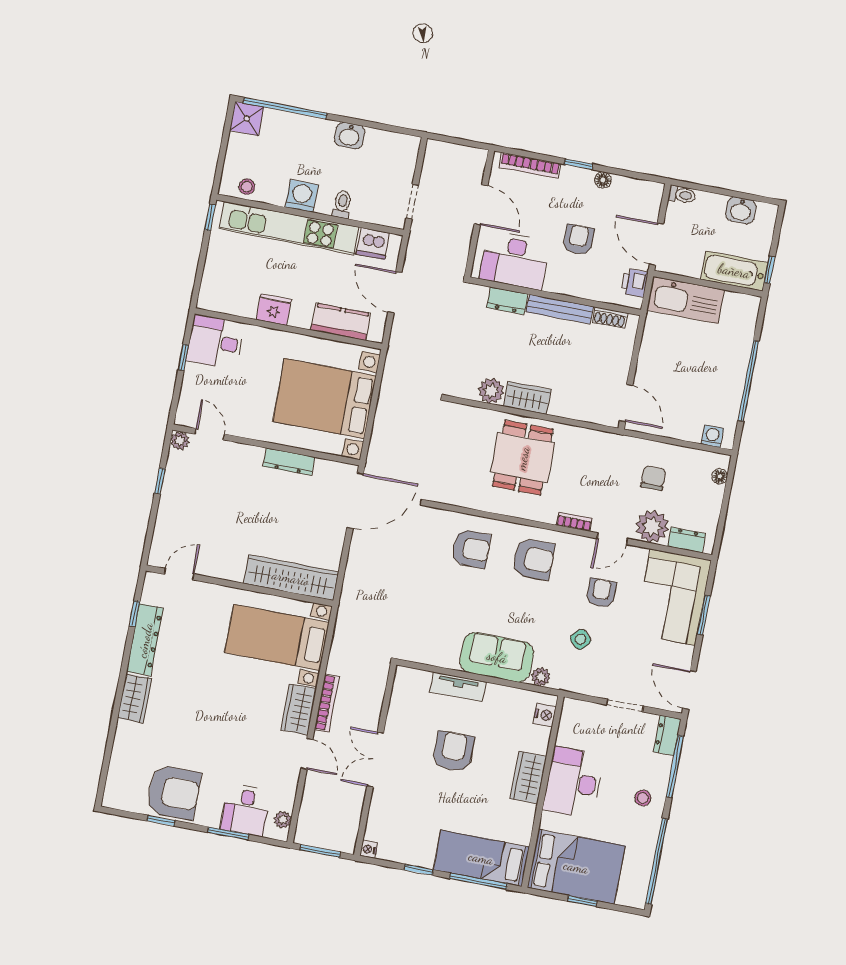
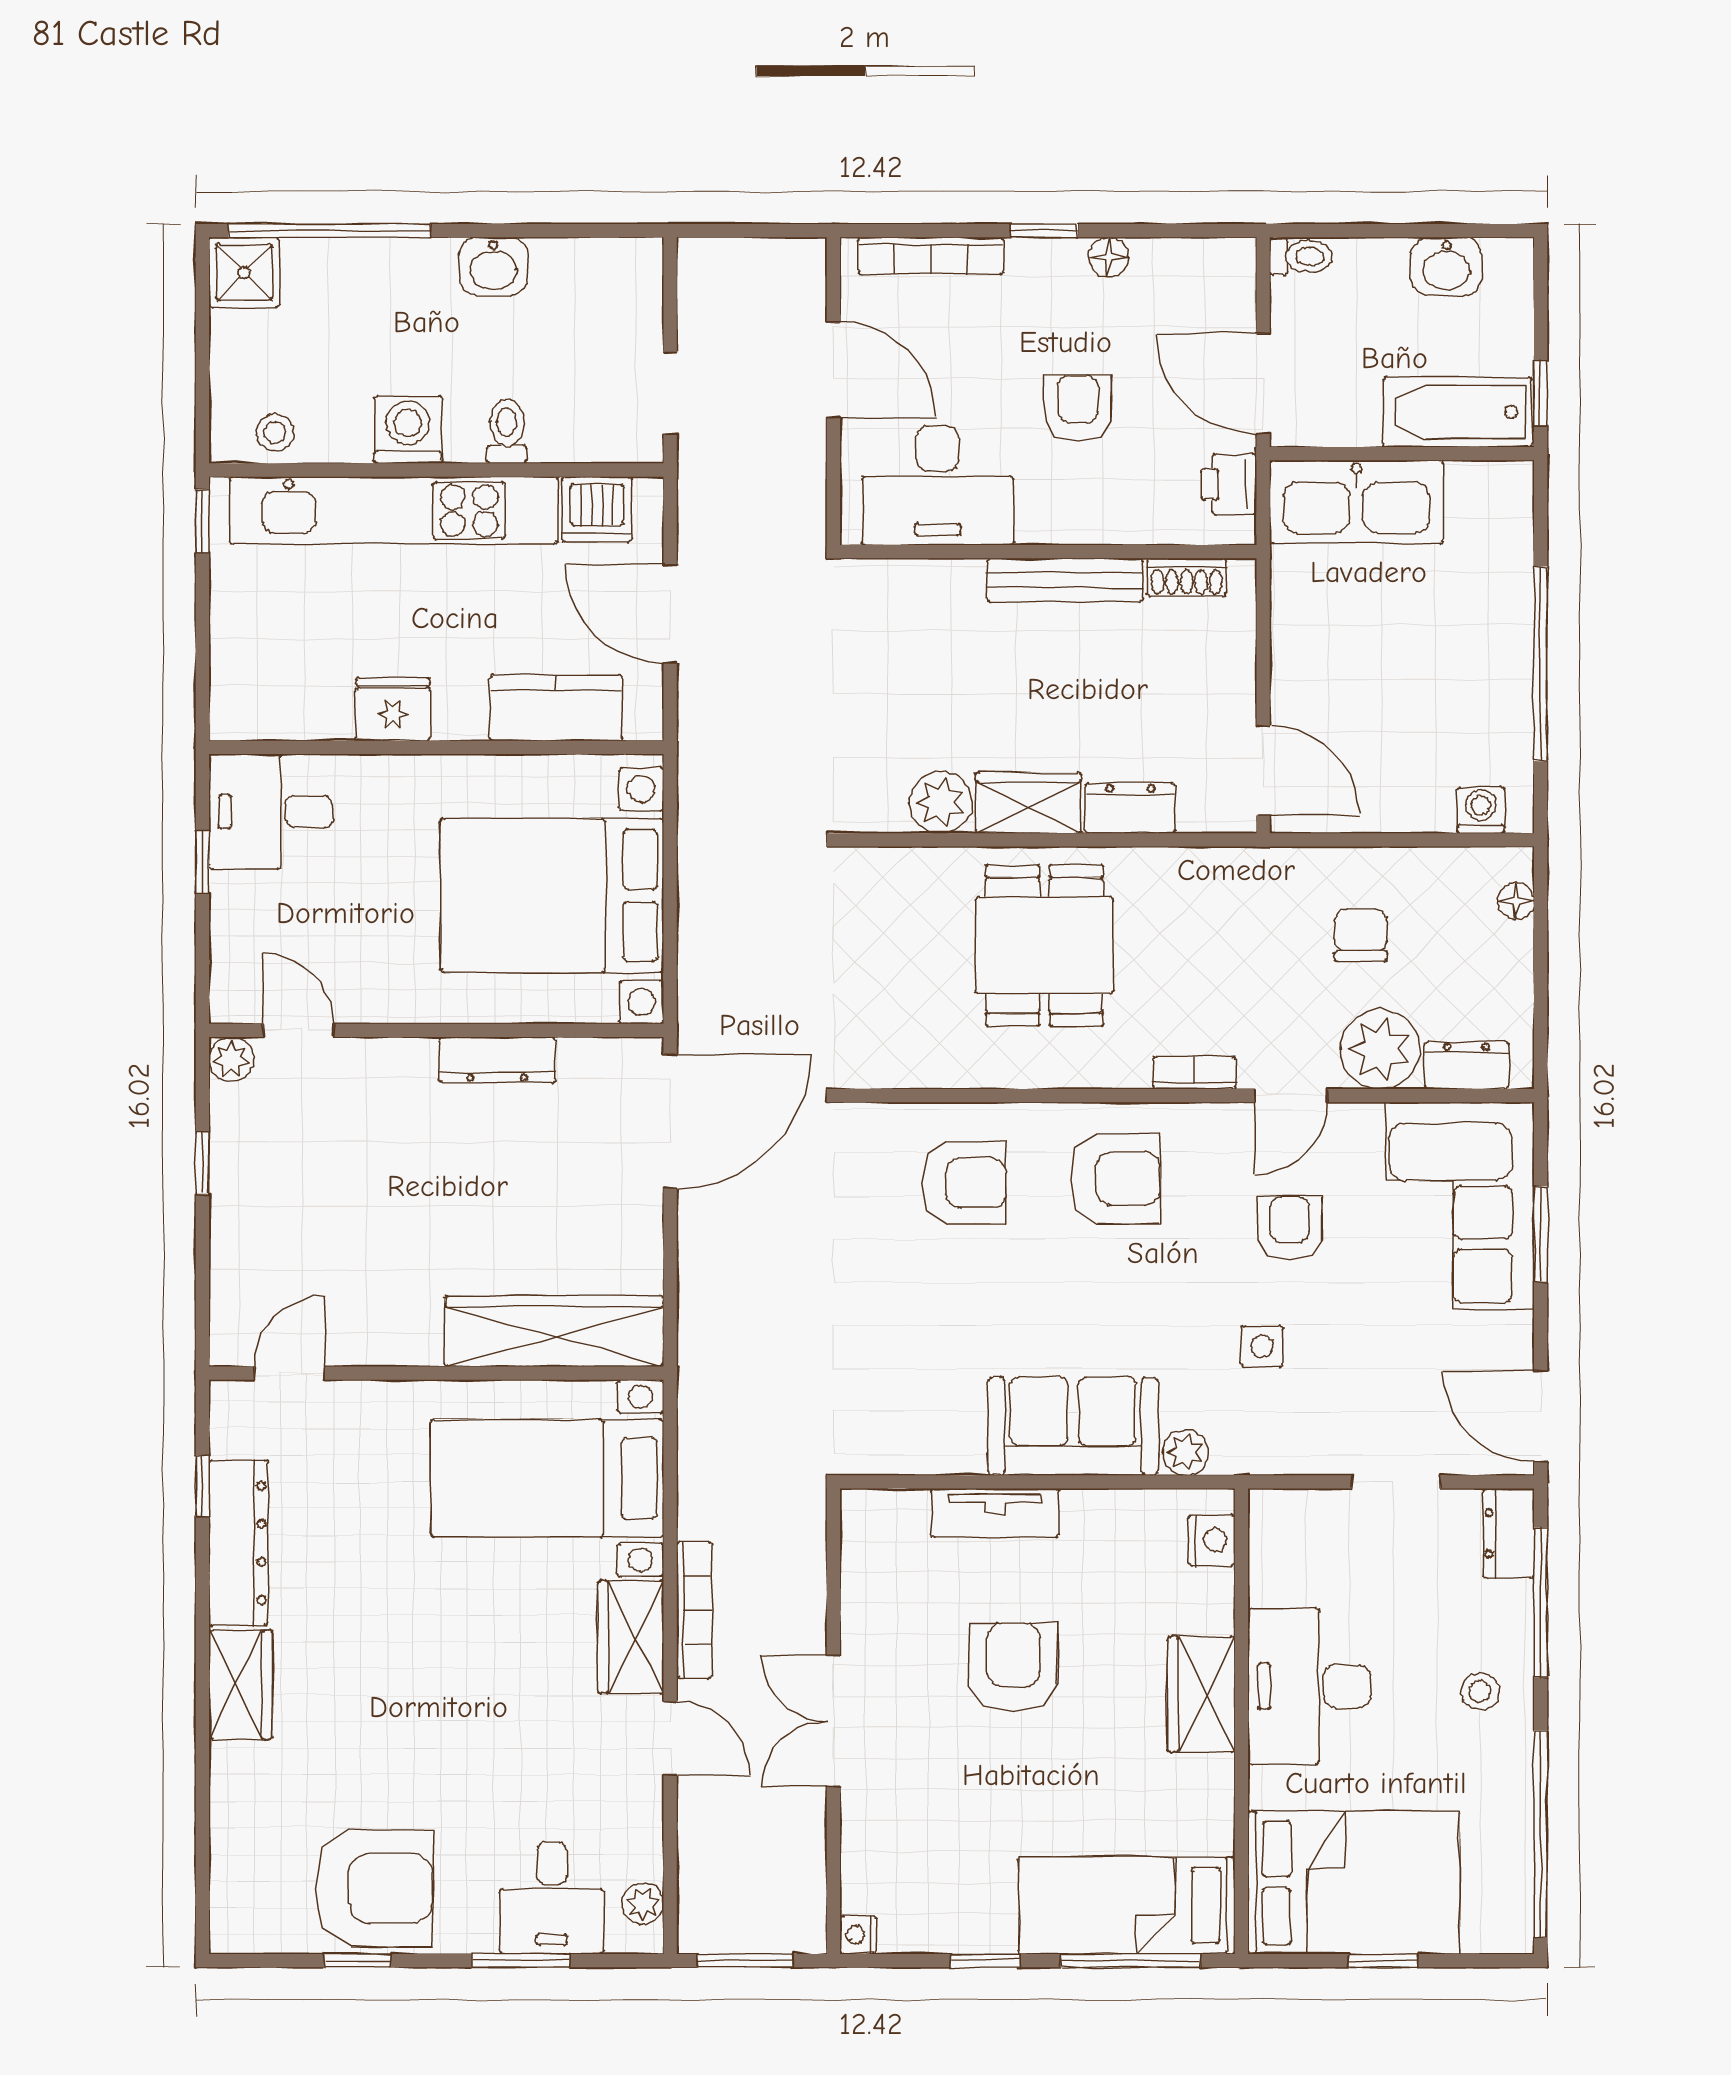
dresser: (507, 301) -> (1130, 808), moved, turned 180
side table: (581, 639) -> (1262, 1346), turned 45

